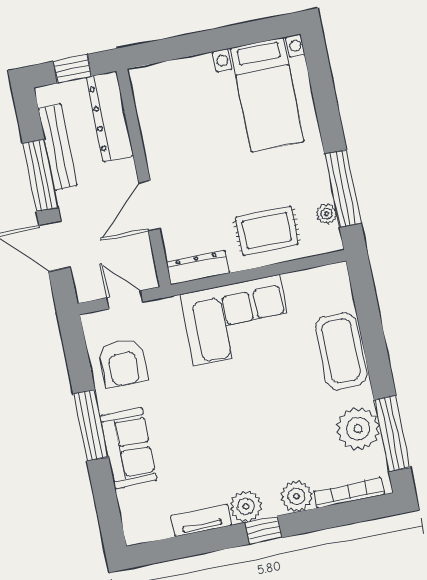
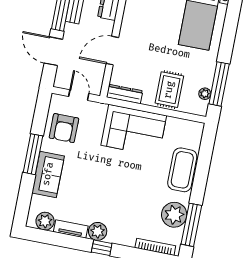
rug: (267, 231) -> (169, 90), turned 90
plant: (296, 496) -> (45, 221), moved

